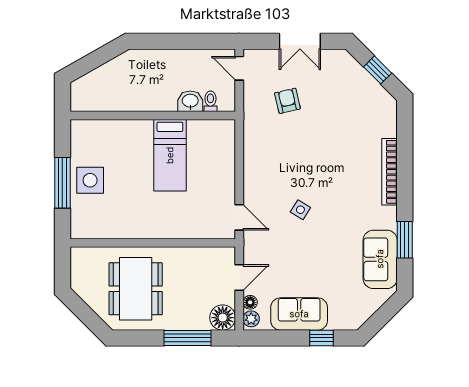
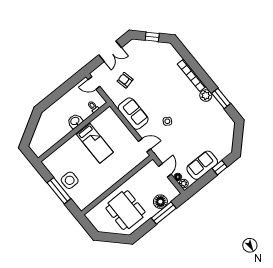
washbasin: (190, 101) -> (75, 121), moved
plant: (386, 218) -> (206, 96), added
sofa: (380, 259) -> (133, 114), moved, turned 180
floor lamp: (223, 318) -> (160, 202), moved

